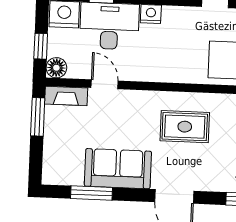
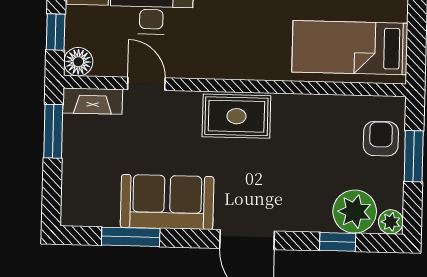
rug: (185, 127) -> (236, 116), moved

